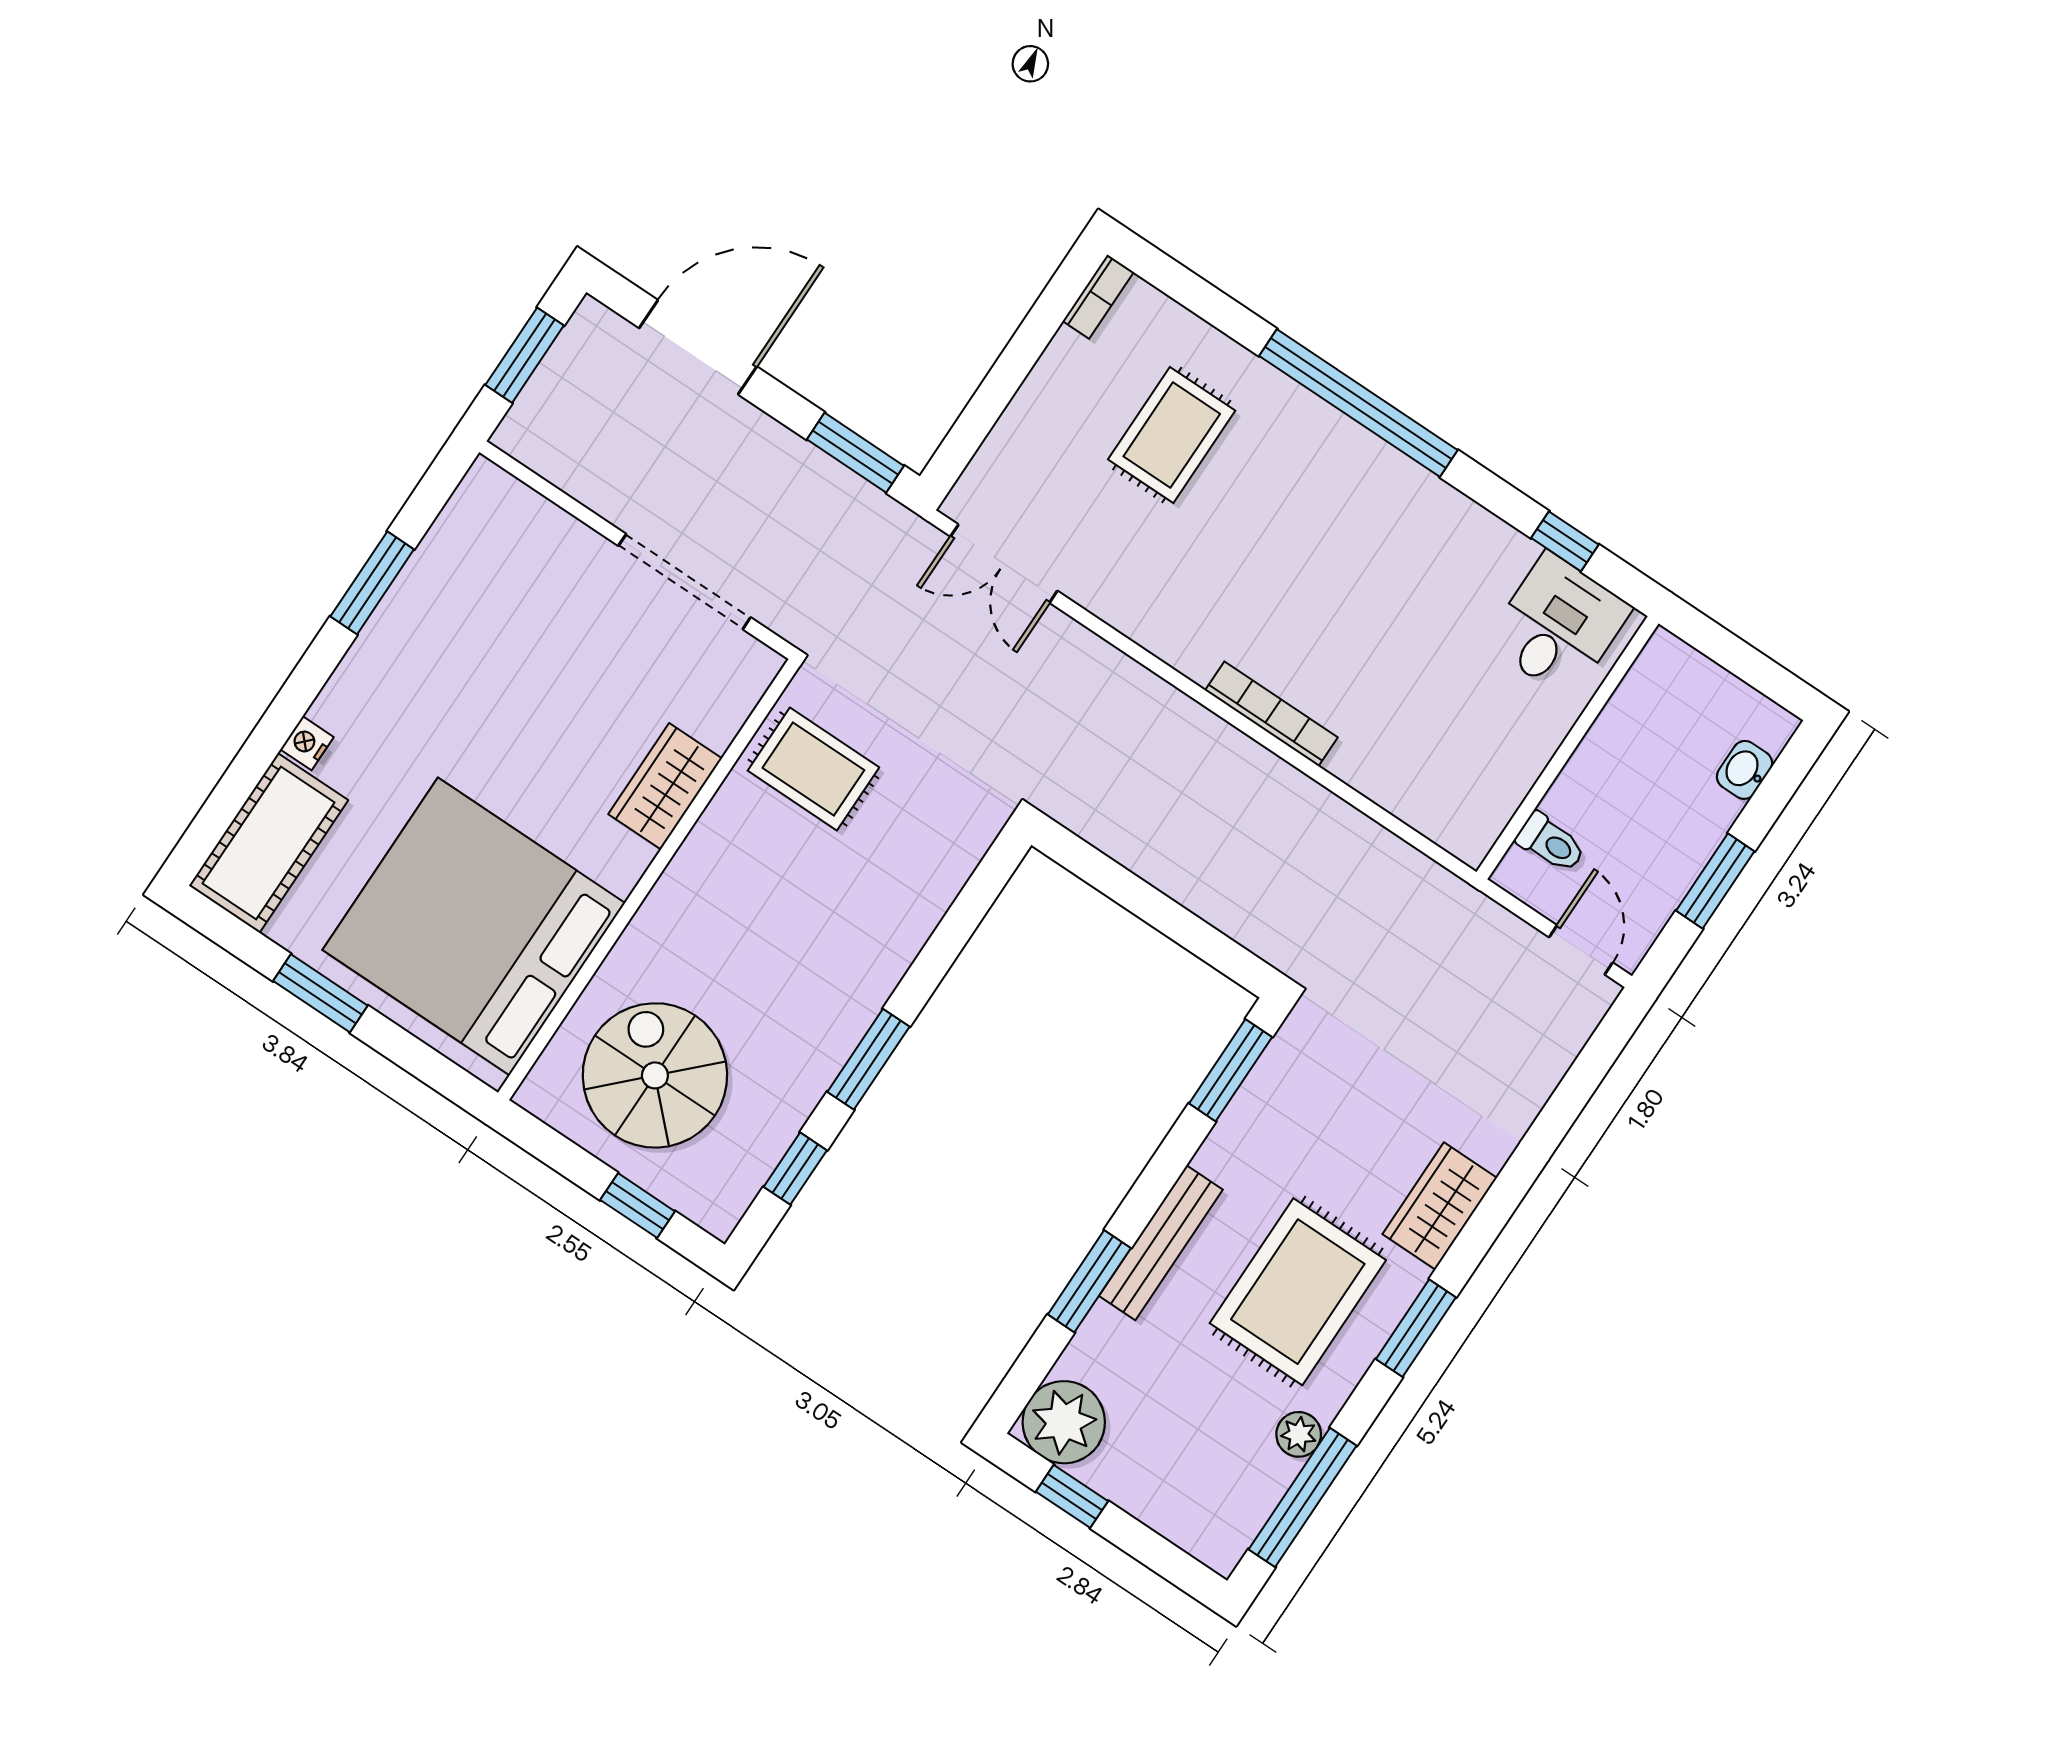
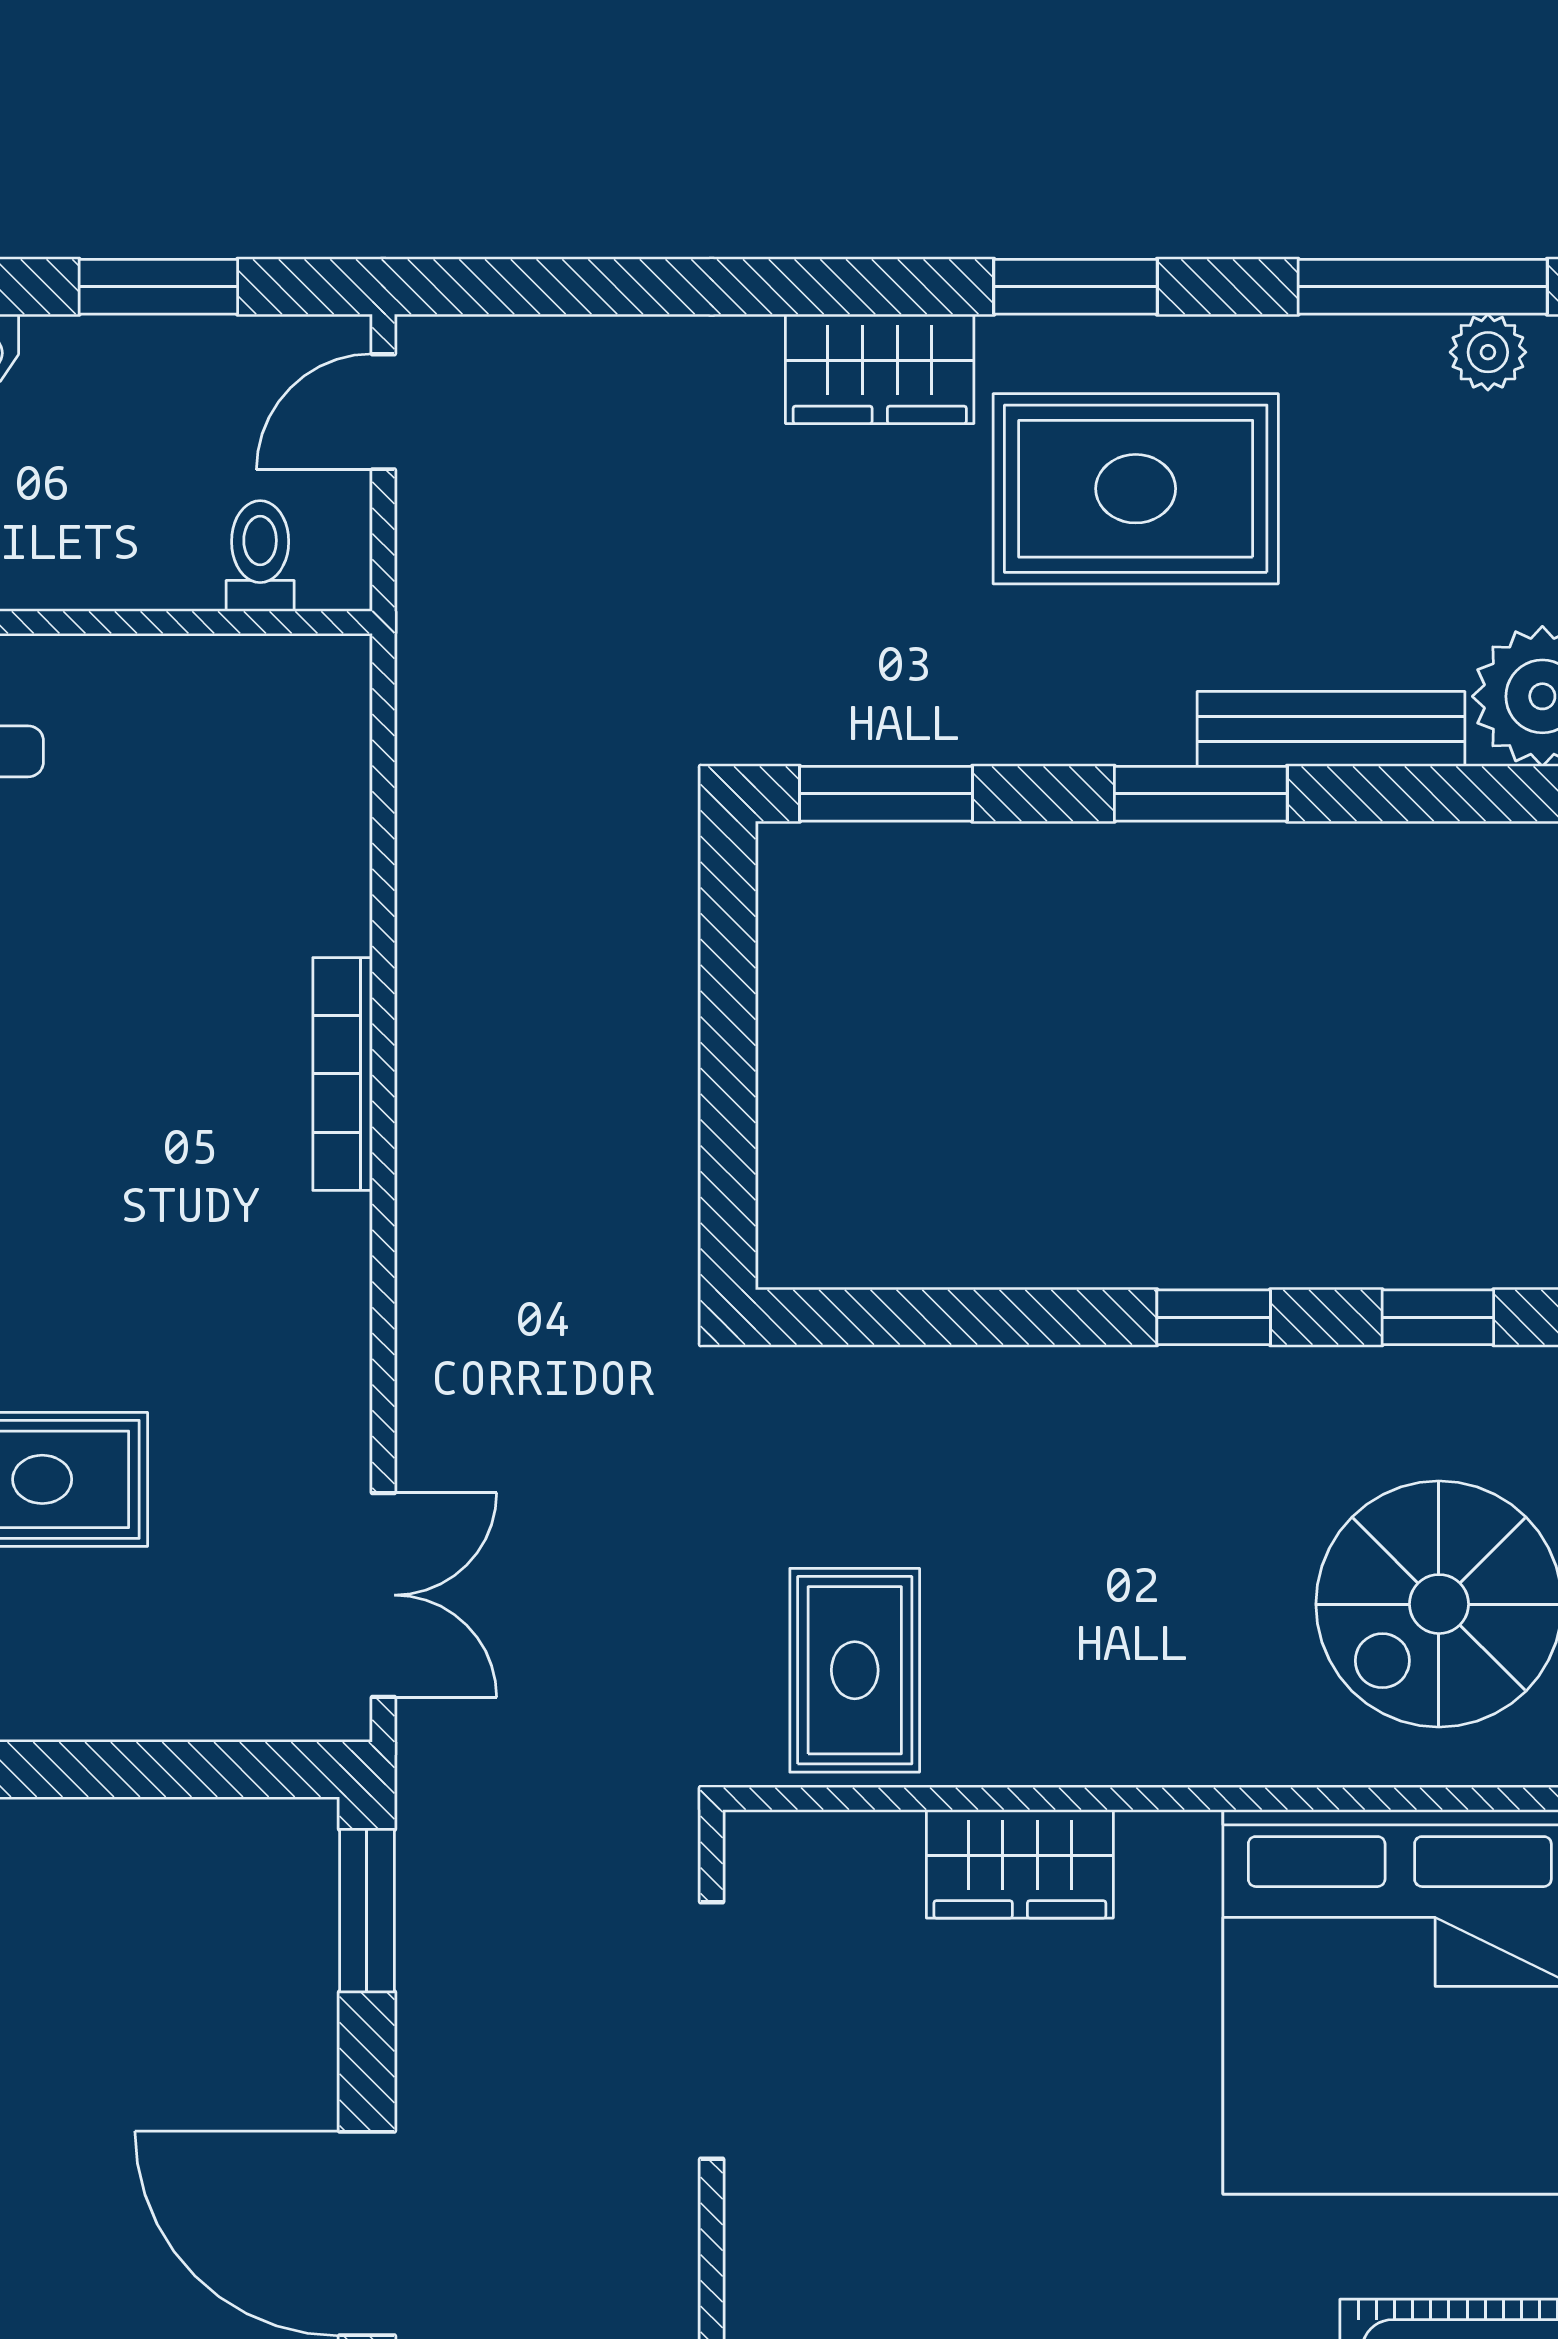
window: (868, 1059) -> (1214, 1317), width x0.67
bench: (1161, 1243) -> (1331, 729), moved
window: (1089, 1281) -> (1201, 794), moved
plant: (1299, 1434) -> (1488, 352), moved

